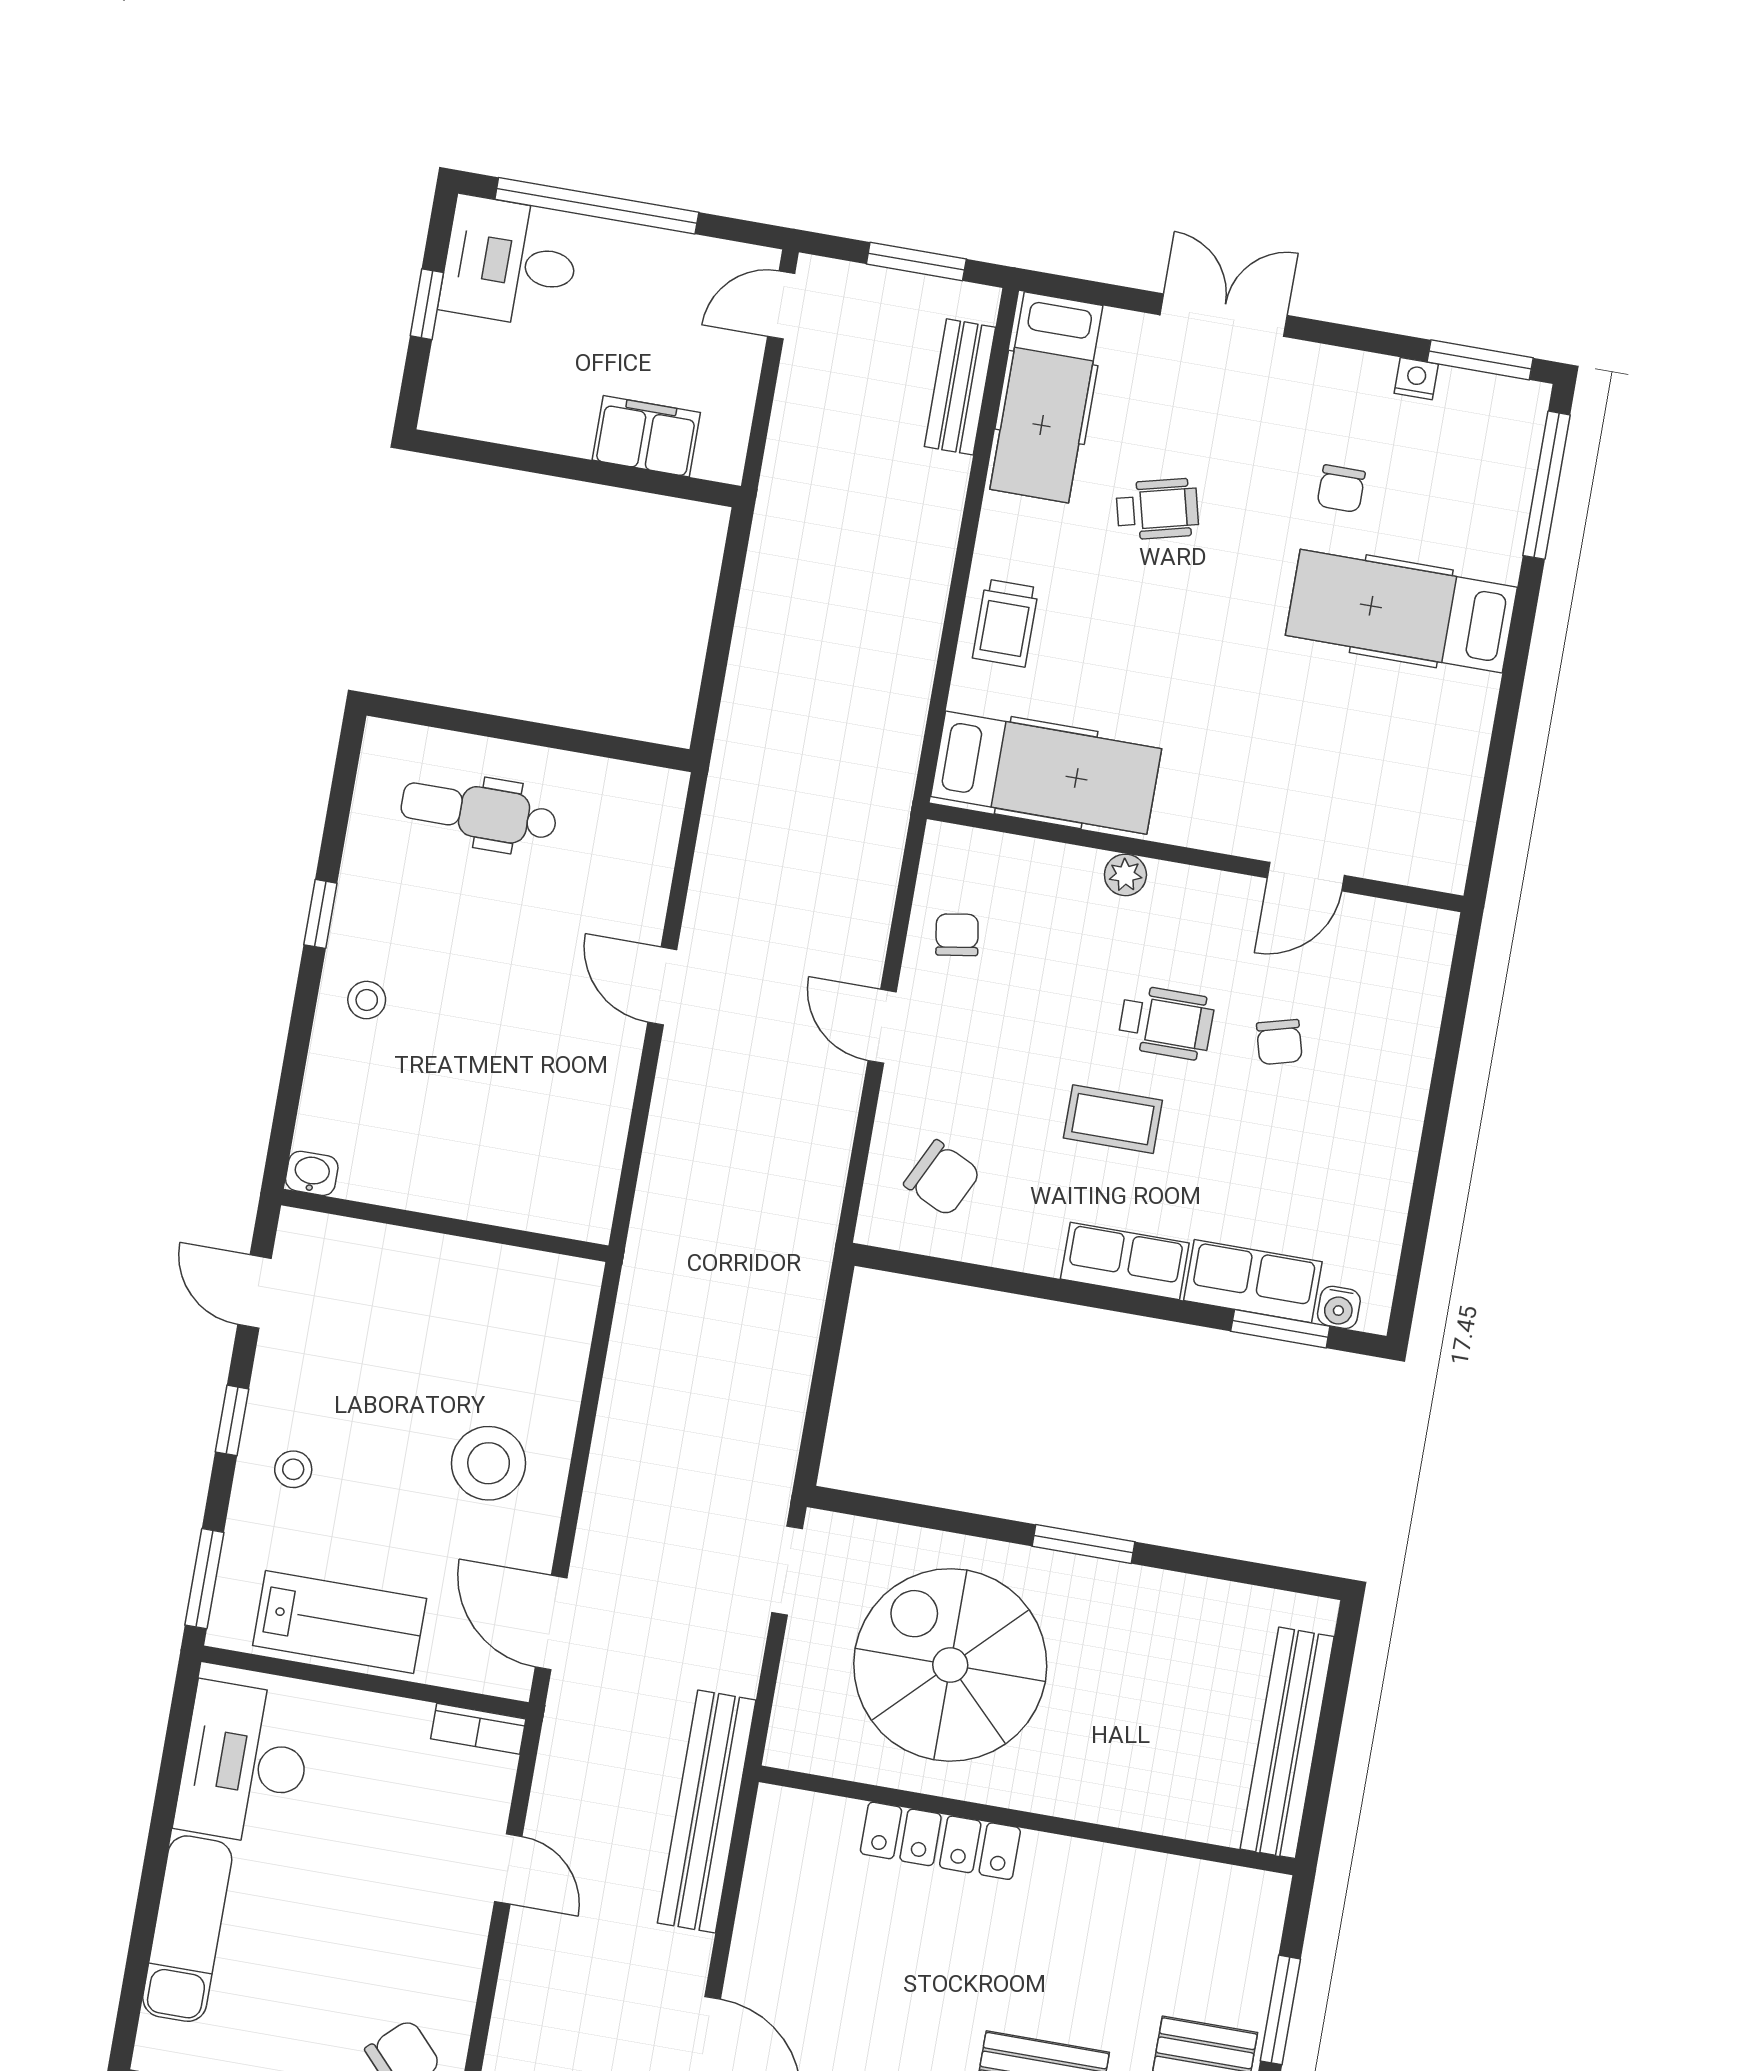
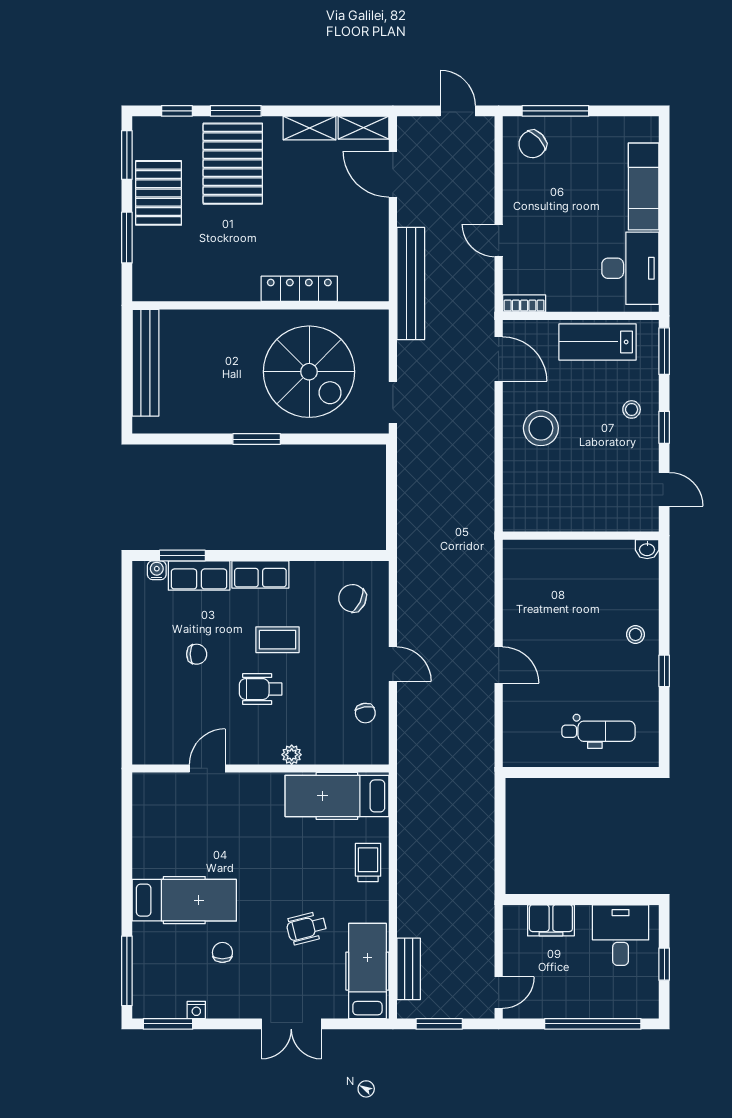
desk: (510, 262) -> (621, 935), moved, turned -90
chair: (1279, 1042) -> (197, 654), moved, turned 105

